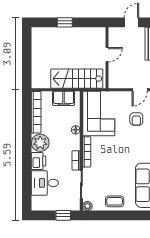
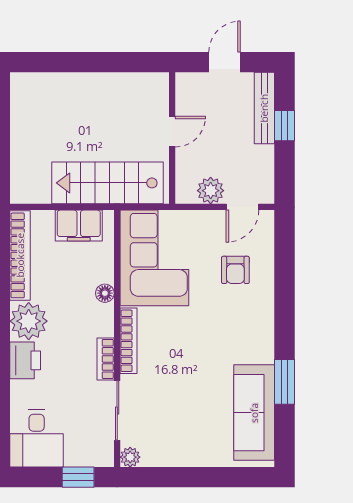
window: (65, 22) -> (81, 62), removed
plant: (125, 82) -> (211, 191), added
desk: (45, 183) -> (37, 438), moved, turned -90
coffee table: (115, 201) -> (189, 447), removed

